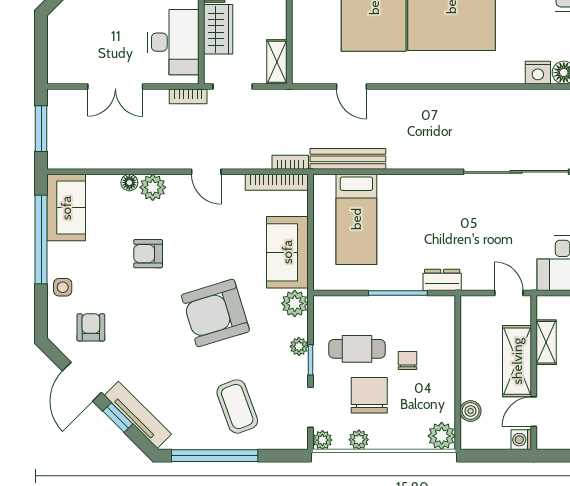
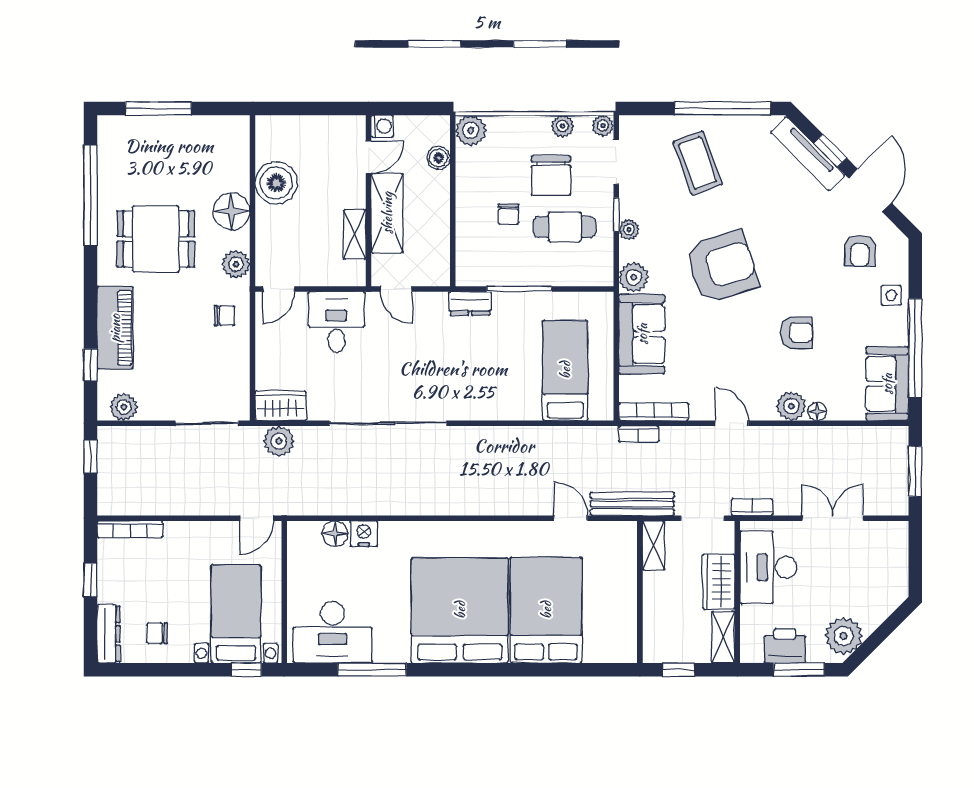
bench: (348, 159) -> (632, 504), moved

